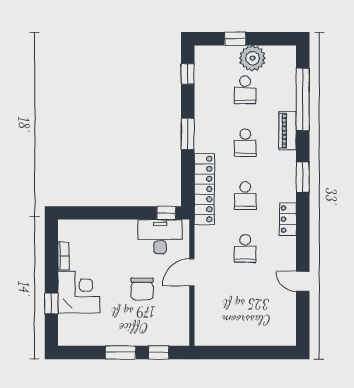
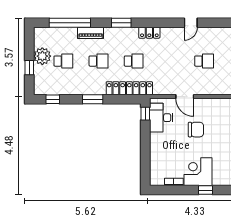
school desk: (245, 248) -> (204, 61), moved

